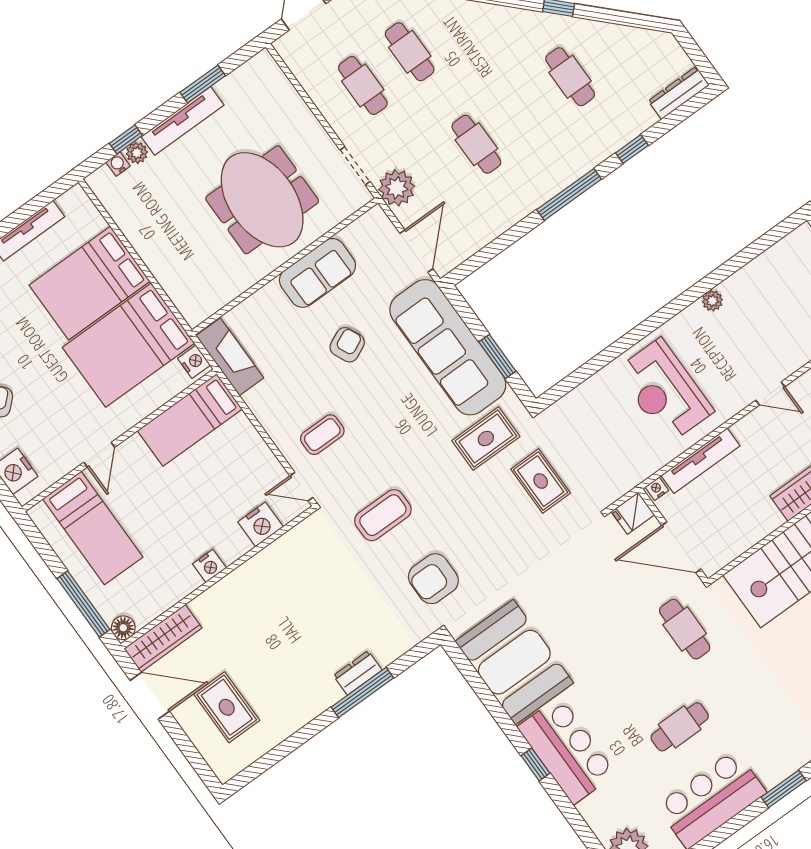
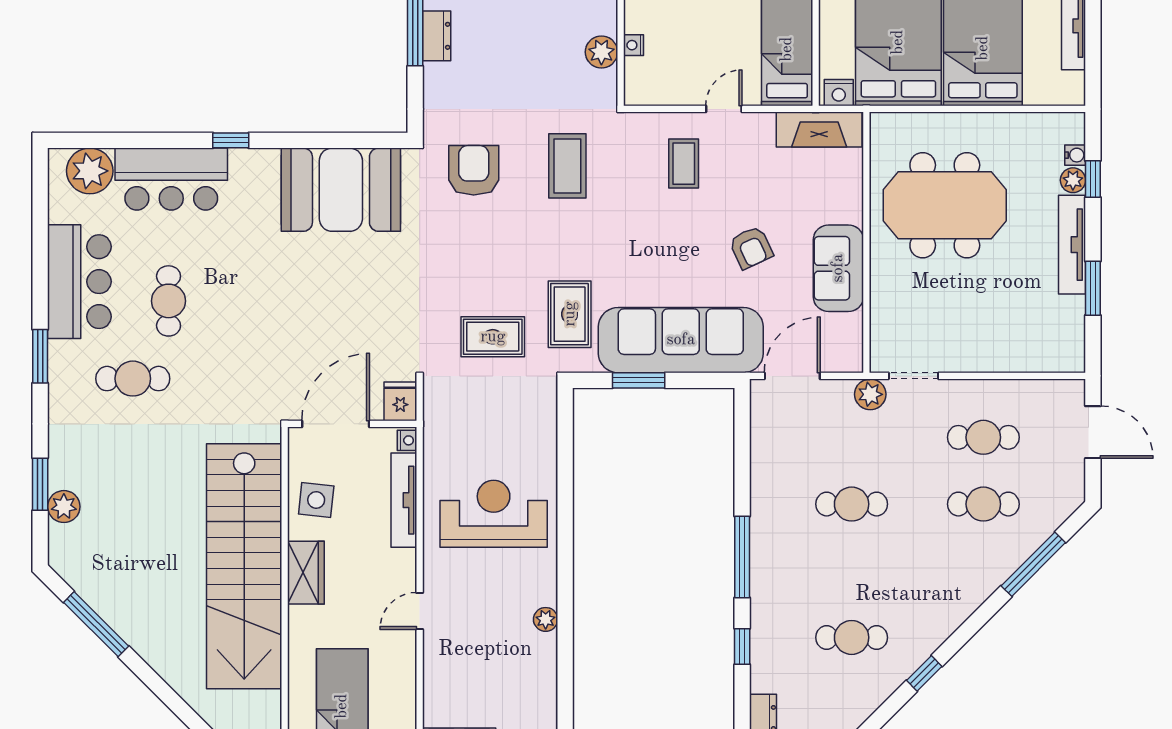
plant: (397, 188) -> (870, 394), width x0.73, depth x0.73
meeting table: (262, 200) -> (945, 205), moved
door: (416, 251) -> (792, 376), swing flipped
door: (301, 487) -> (724, 109), moved
side table: (745, 522) -> (316, 500), added
nightstand: (261, 524) -> (633, 45), width x0.53, depth x0.56
plant: (286, 549) -> (601, 52), added
cafe table: (685, 629) -> (133, 379), moved
bar counter: (567, 750) -> (171, 179), moved

